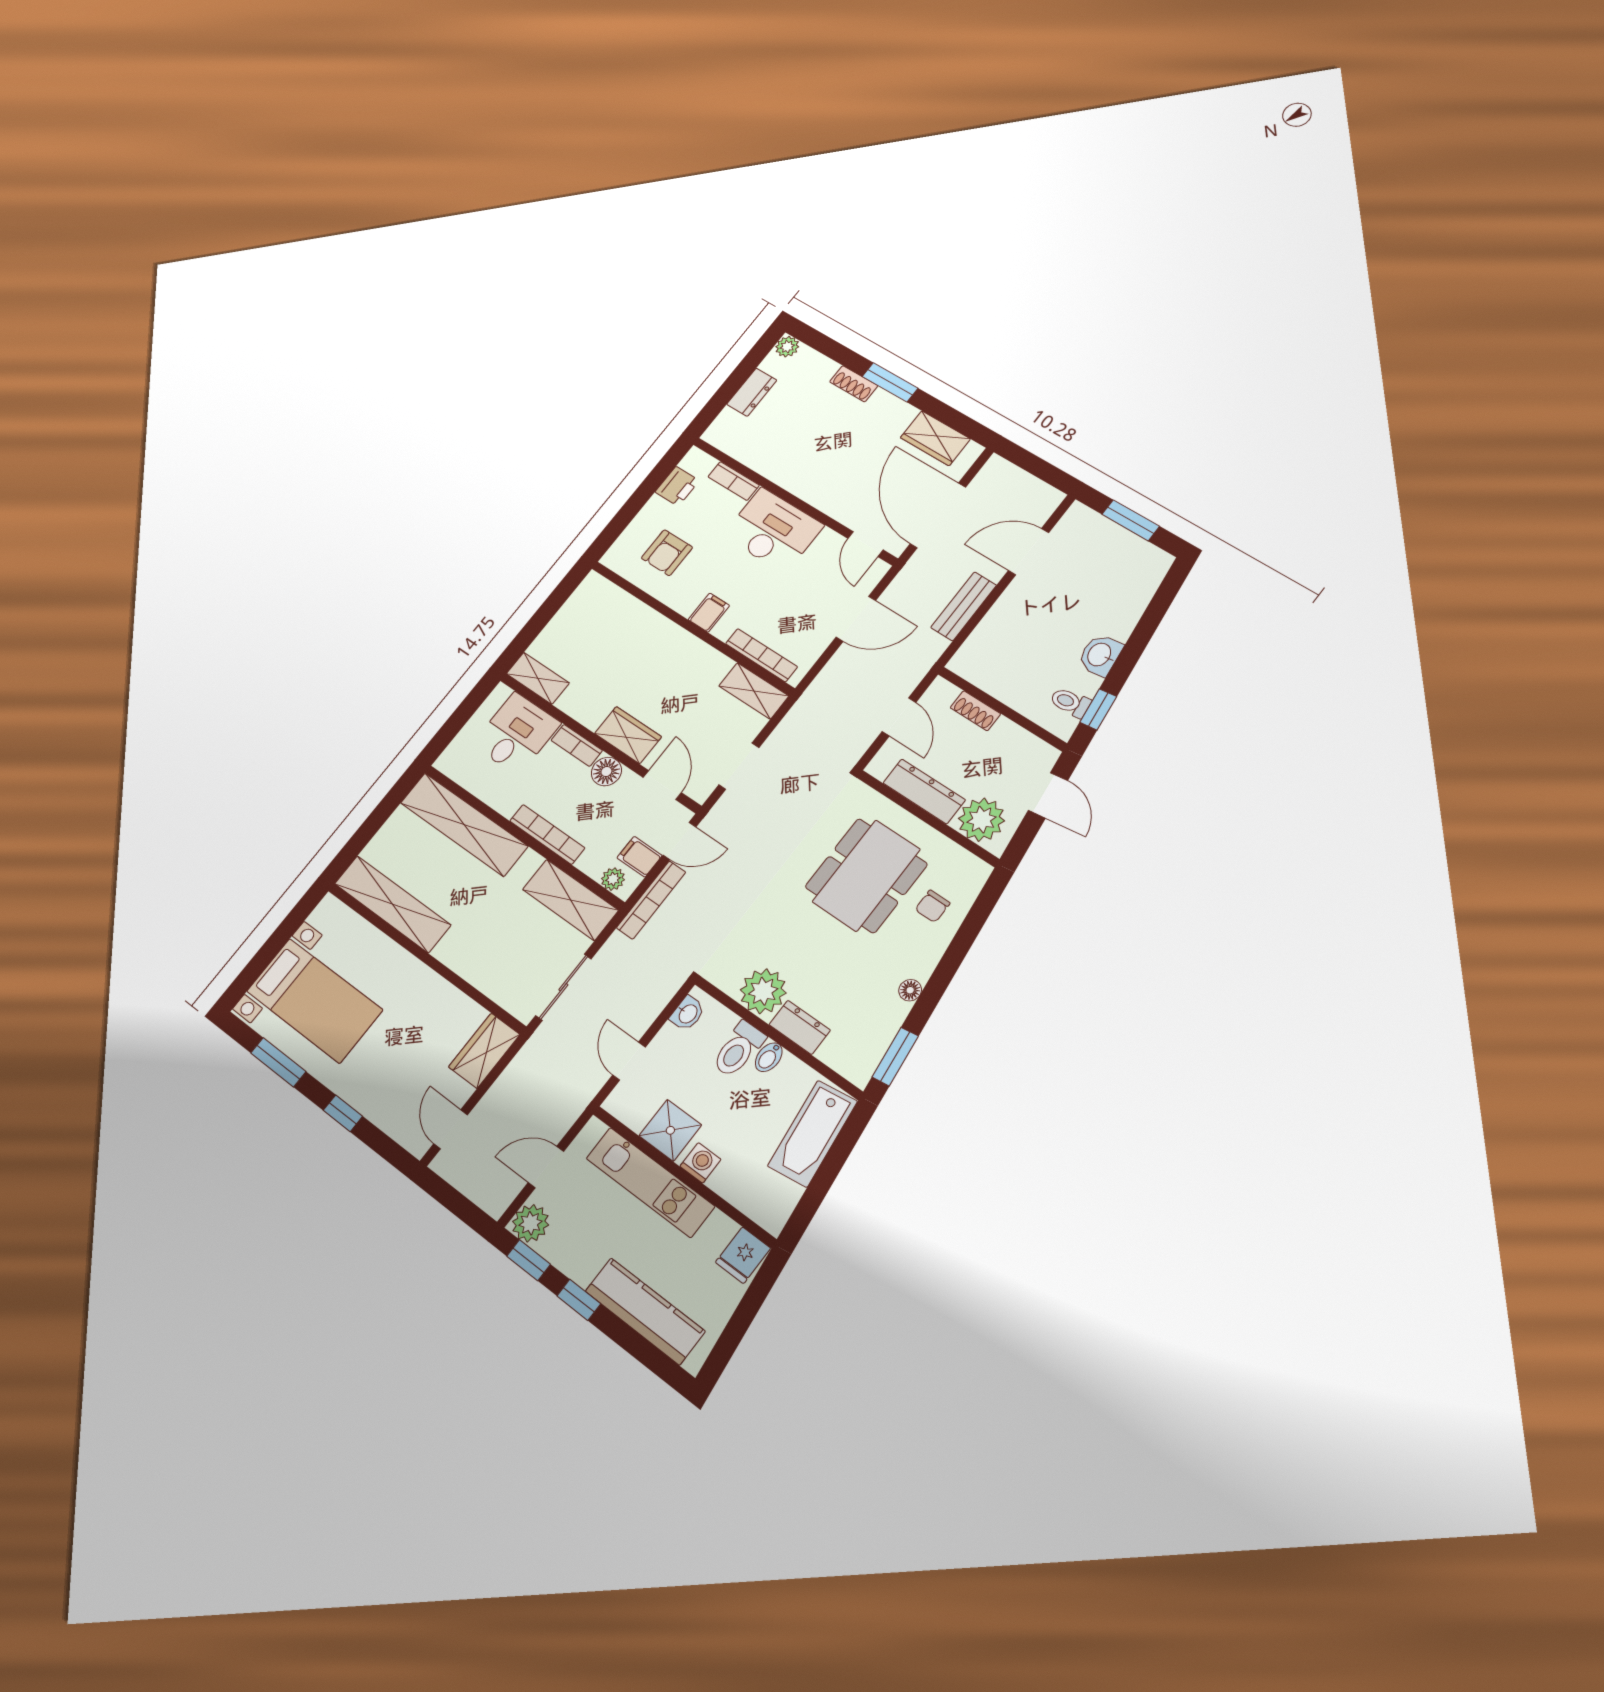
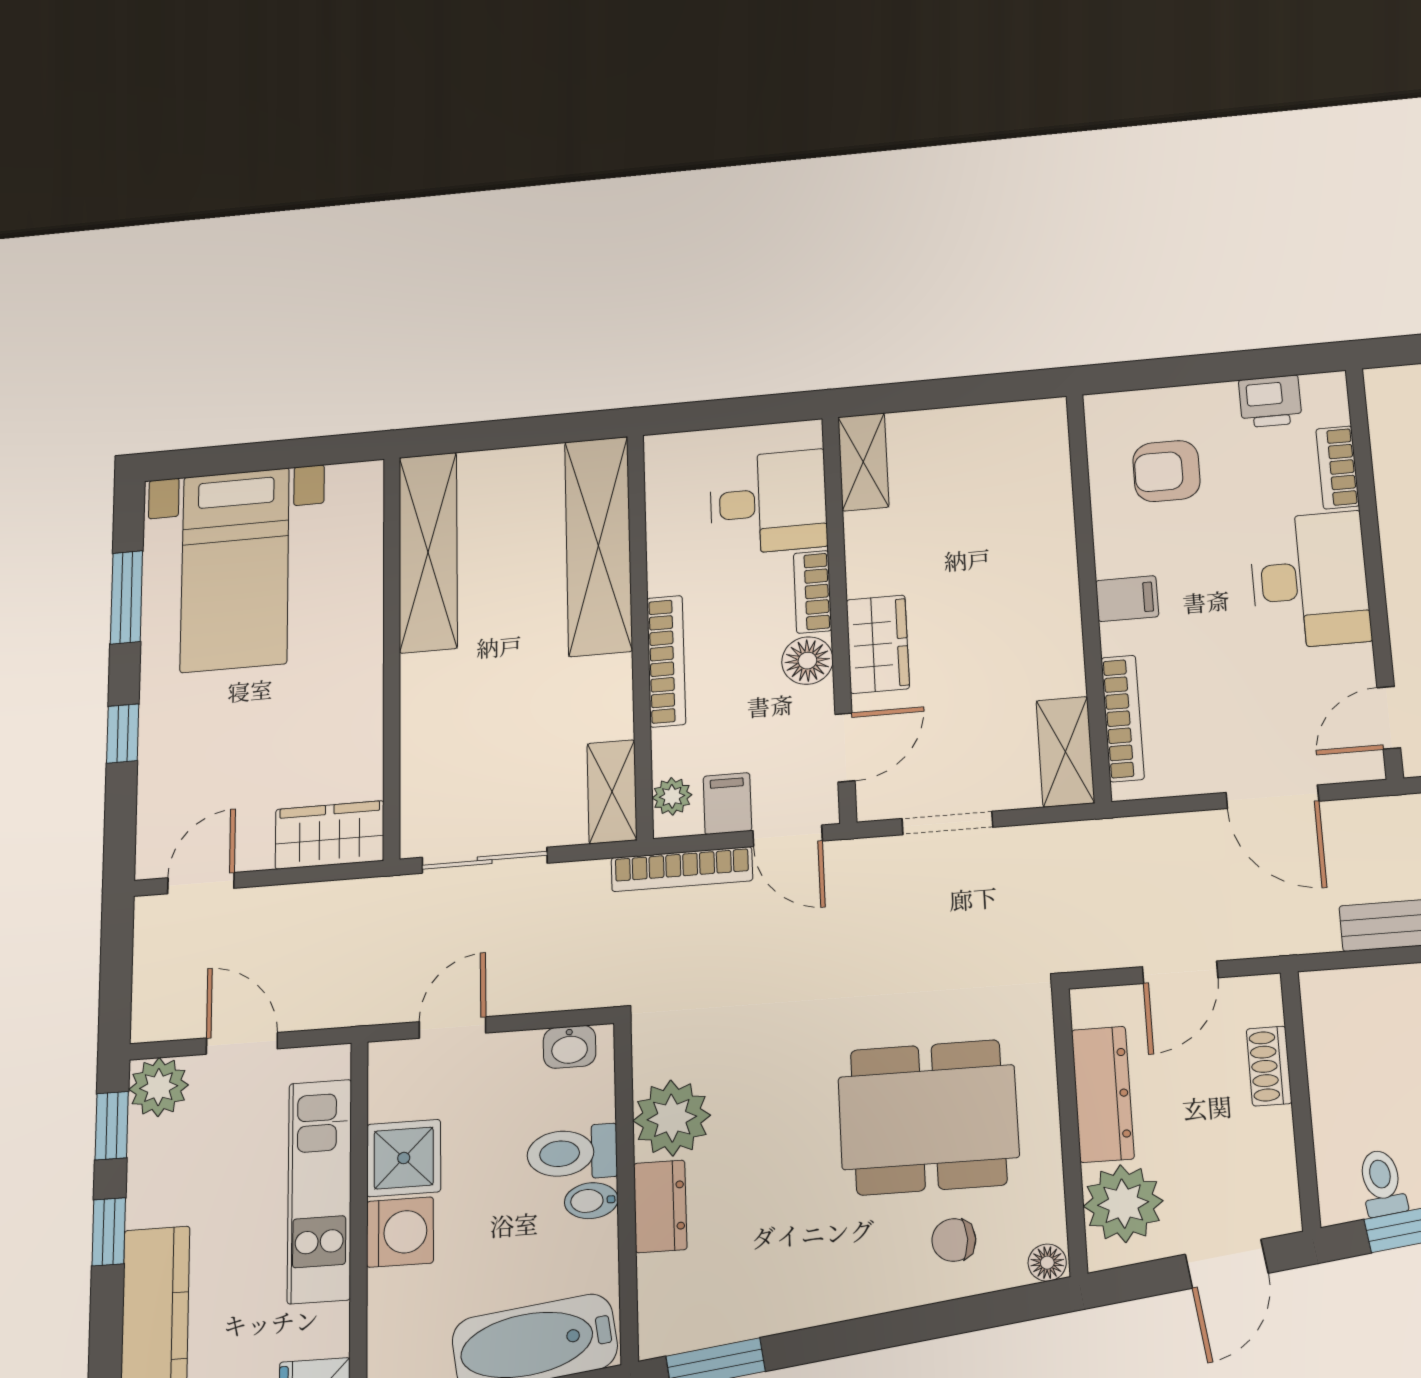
shelving: (570, 900) -> (612, 792), width x0.67, depth x0.75
floor lamp: (910, 990) -> (1047, 1263), moved
washing machine: (700, 1163) -> (400, 1232), width x1.38, depth x1.38

